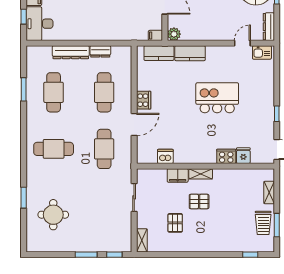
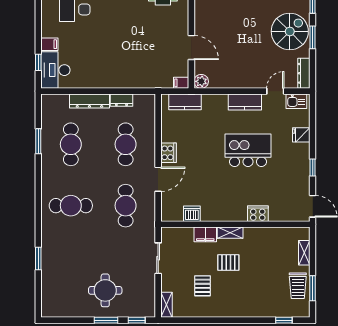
kitchen counter: (190, 53) -> (245, 102), moved
fridge: (243, 156) -> (301, 135), moved, turned -90
round table: (53, 215) -> (105, 290), moved

